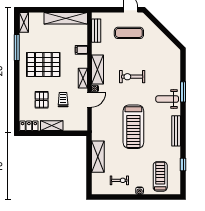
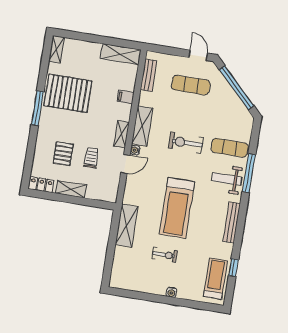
shelving: (66, 18) -> (121, 54), width x0.68
window: (164, 29) -> (237, 88), added
window: (17, 47) -> (37, 108), moved
pallet: (43, 65) -> (68, 93), moved
exercise mat: (166, 75) -> (230, 148), added
window: (183, 92) -> (249, 173), width x1.44
shelving: (98, 157) -> (127, 226), moved
treadmill: (160, 176) -> (215, 279), moved
exercise bike: (119, 180) -> (165, 255), moved

